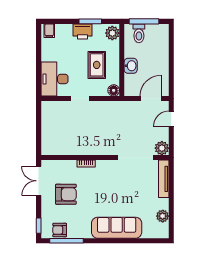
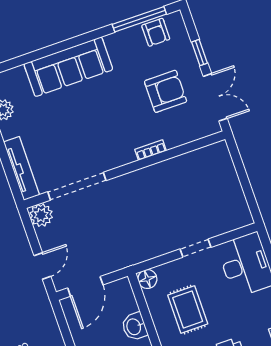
armchair: (66, 194) -> (166, 91), turned 180
window: (39, 226) -> (200, 53), moved
armchair: (60, 230) -> (156, 32), turned 90

